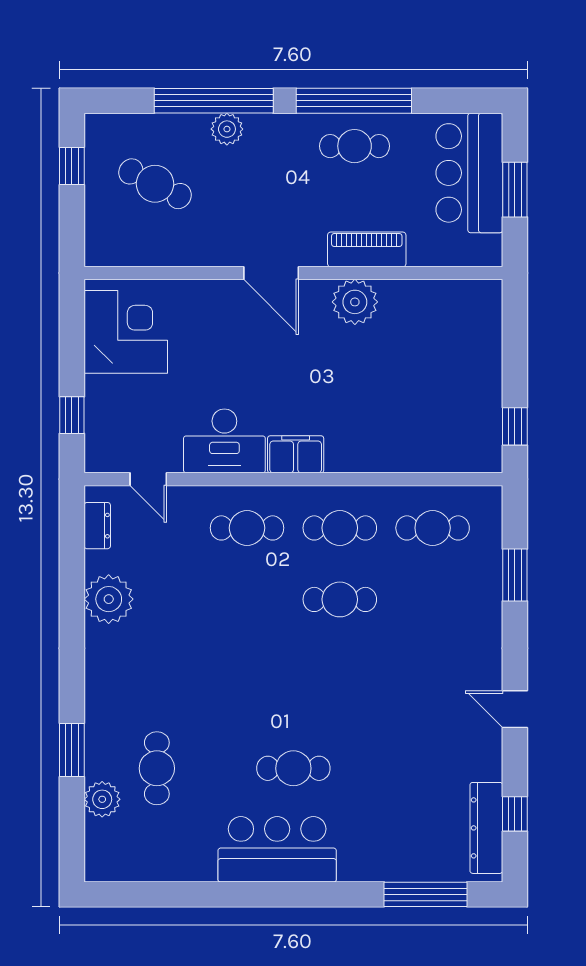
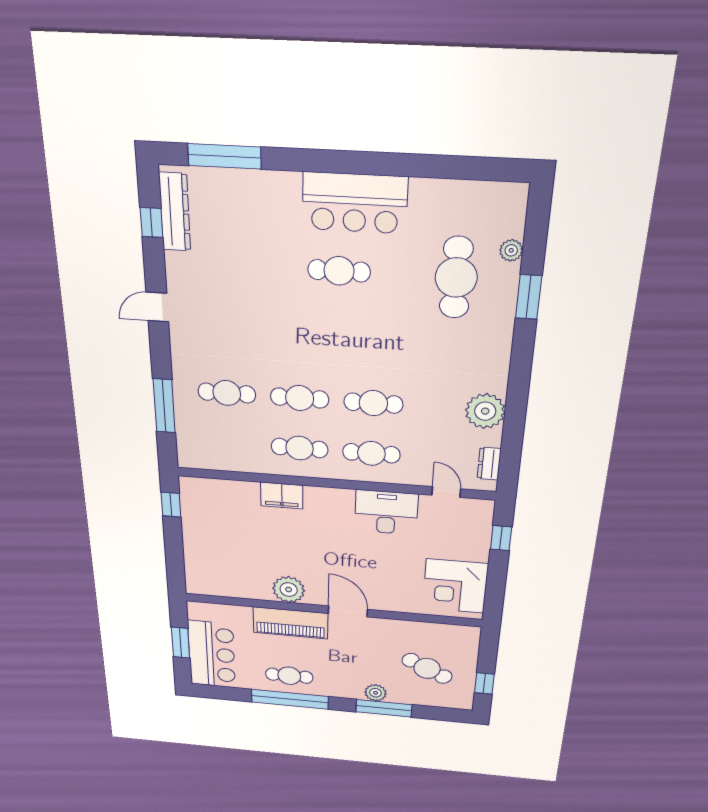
window: (214, 101) -> (384, 708), width x0.68
piano: (367, 249) -> (290, 623), width x1.37, depth x1.33
filing cabinet: (296, 454) -> (282, 496), moved
cafe table: (433, 528) -> (227, 393), moved
window: (515, 575) -> (164, 406), width x1.44
cafe table: (247, 599) -> (373, 403), added
door: (515, 709) -> (157, 307), swing flipped
cafe table: (157, 768) -> (456, 278), width x1.37, depth x1.35
plant: (102, 799) -> (511, 250), width x0.73, depth x0.73

